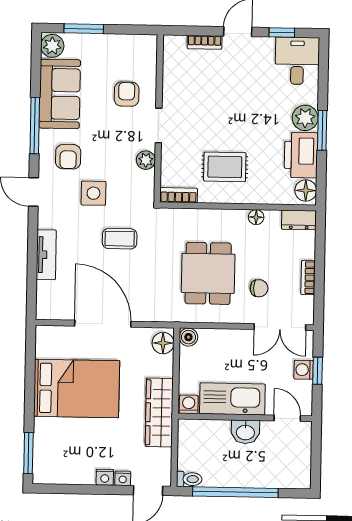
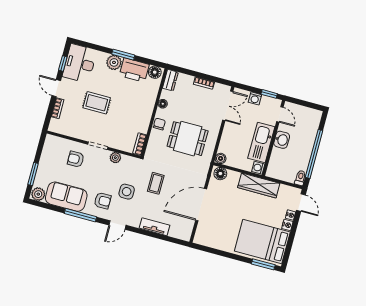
desk: (297, 61) -> (80, 63), width x1.37
rug: (225, 167) -> (97, 103), moved, turned 90
chair: (259, 288) -> (159, 124), moved
window: (318, 371) -> (269, 94), moved
bed: (77, 388) -> (262, 242), moved, turned -90
door: (287, 418) -> (280, 114), swing flipped

